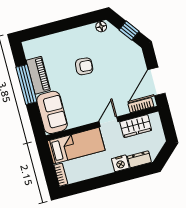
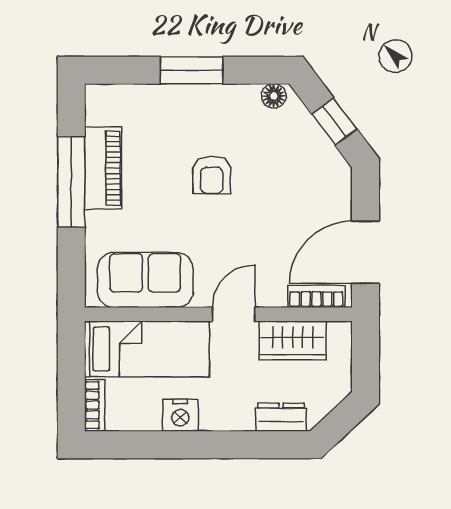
window: (64, 25) -> (192, 70), added
armchair: (84, 66) -> (212, 175), turned 85
sofa: (52, 112) -> (145, 280), moved, turned -90
nightstand: (120, 163) -> (180, 415), moved

